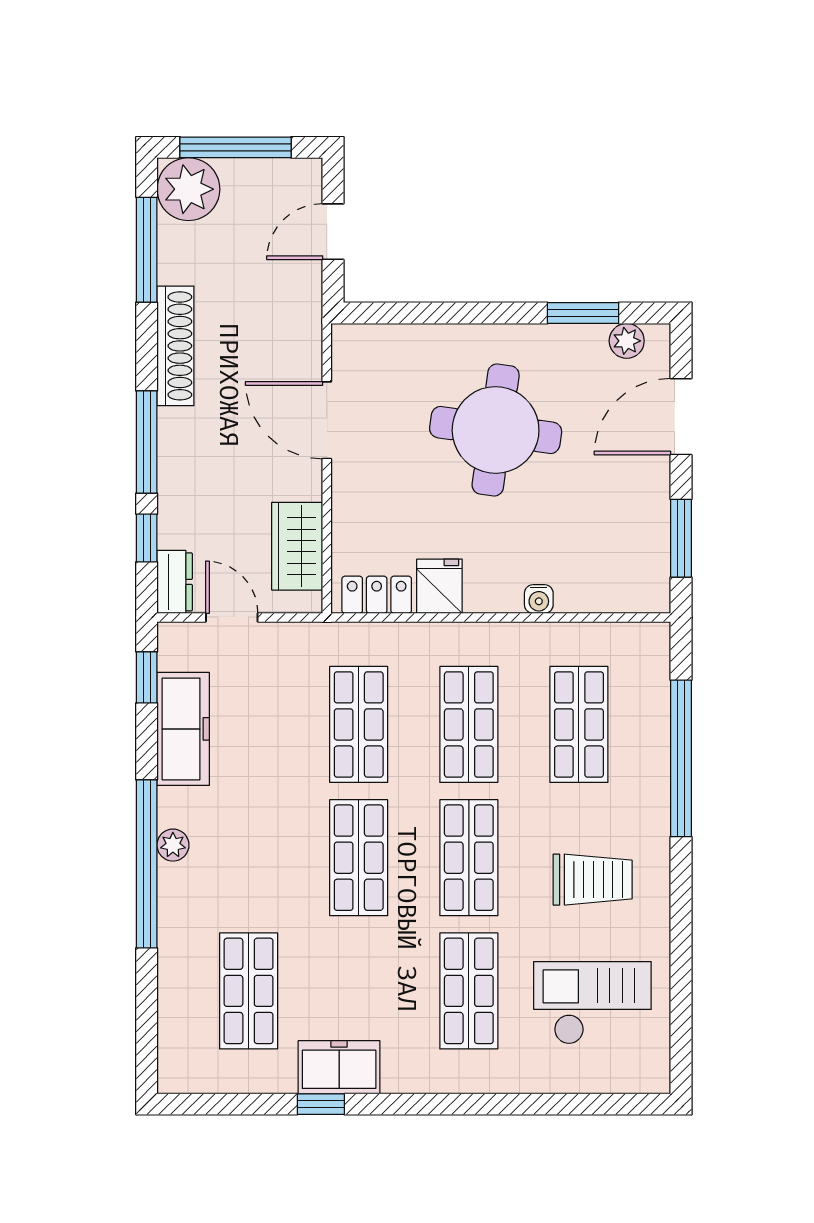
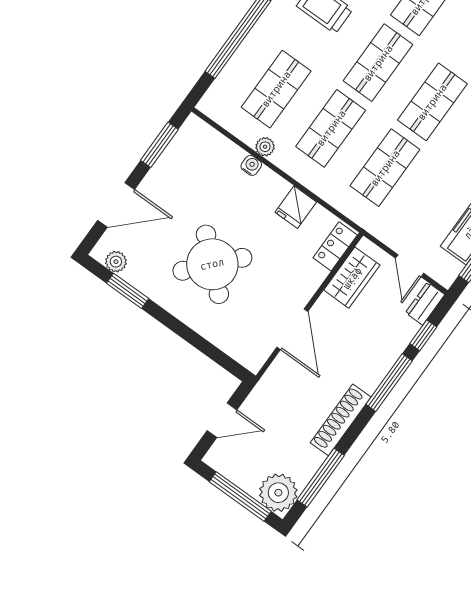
round table: (496, 430) -> (212, 264), turned 34
locker: (377, 595) -> (335, 246), moved, turned 90
plant: (538, 637) -> (265, 147), added

